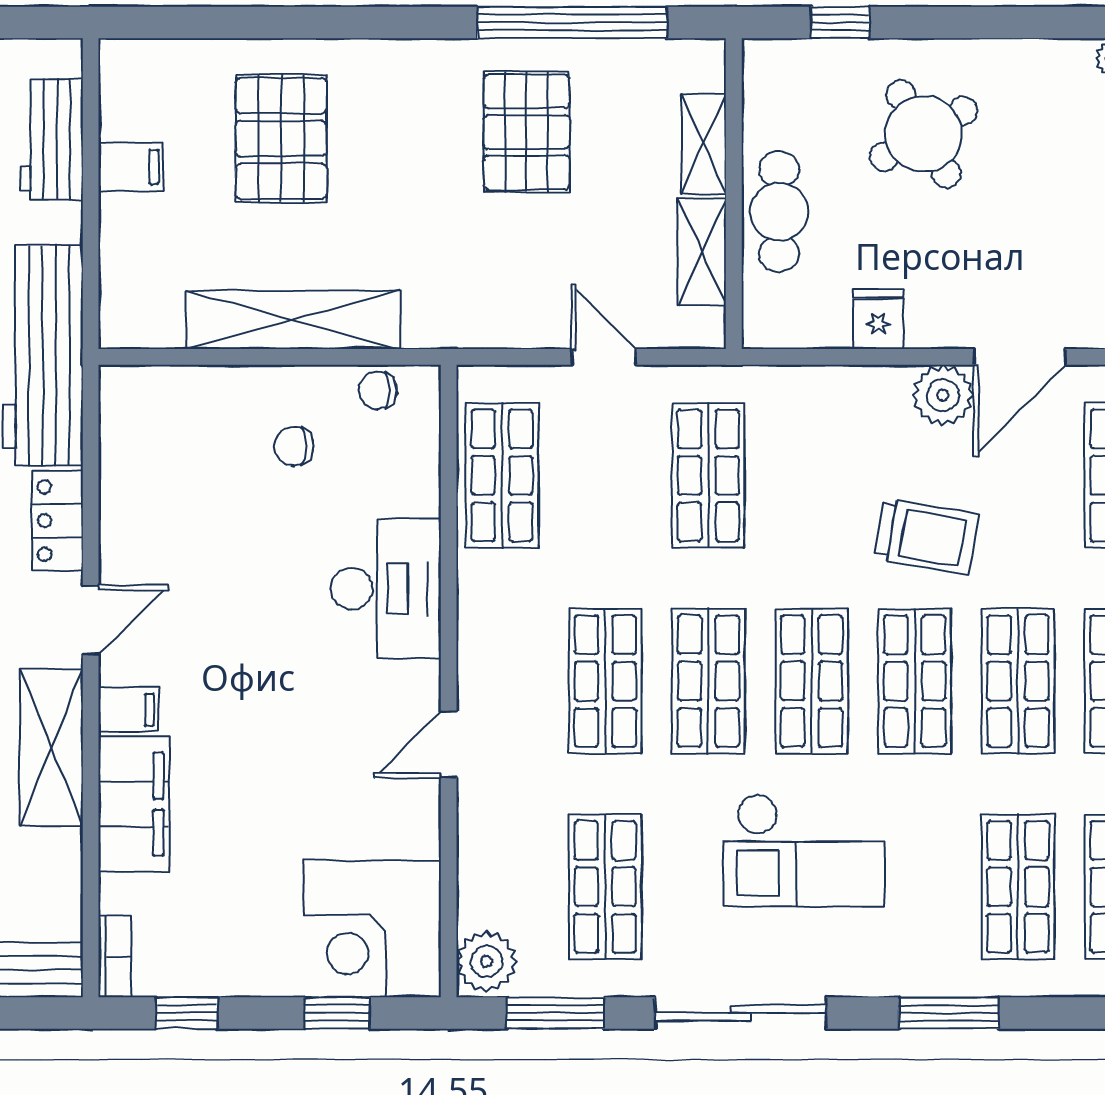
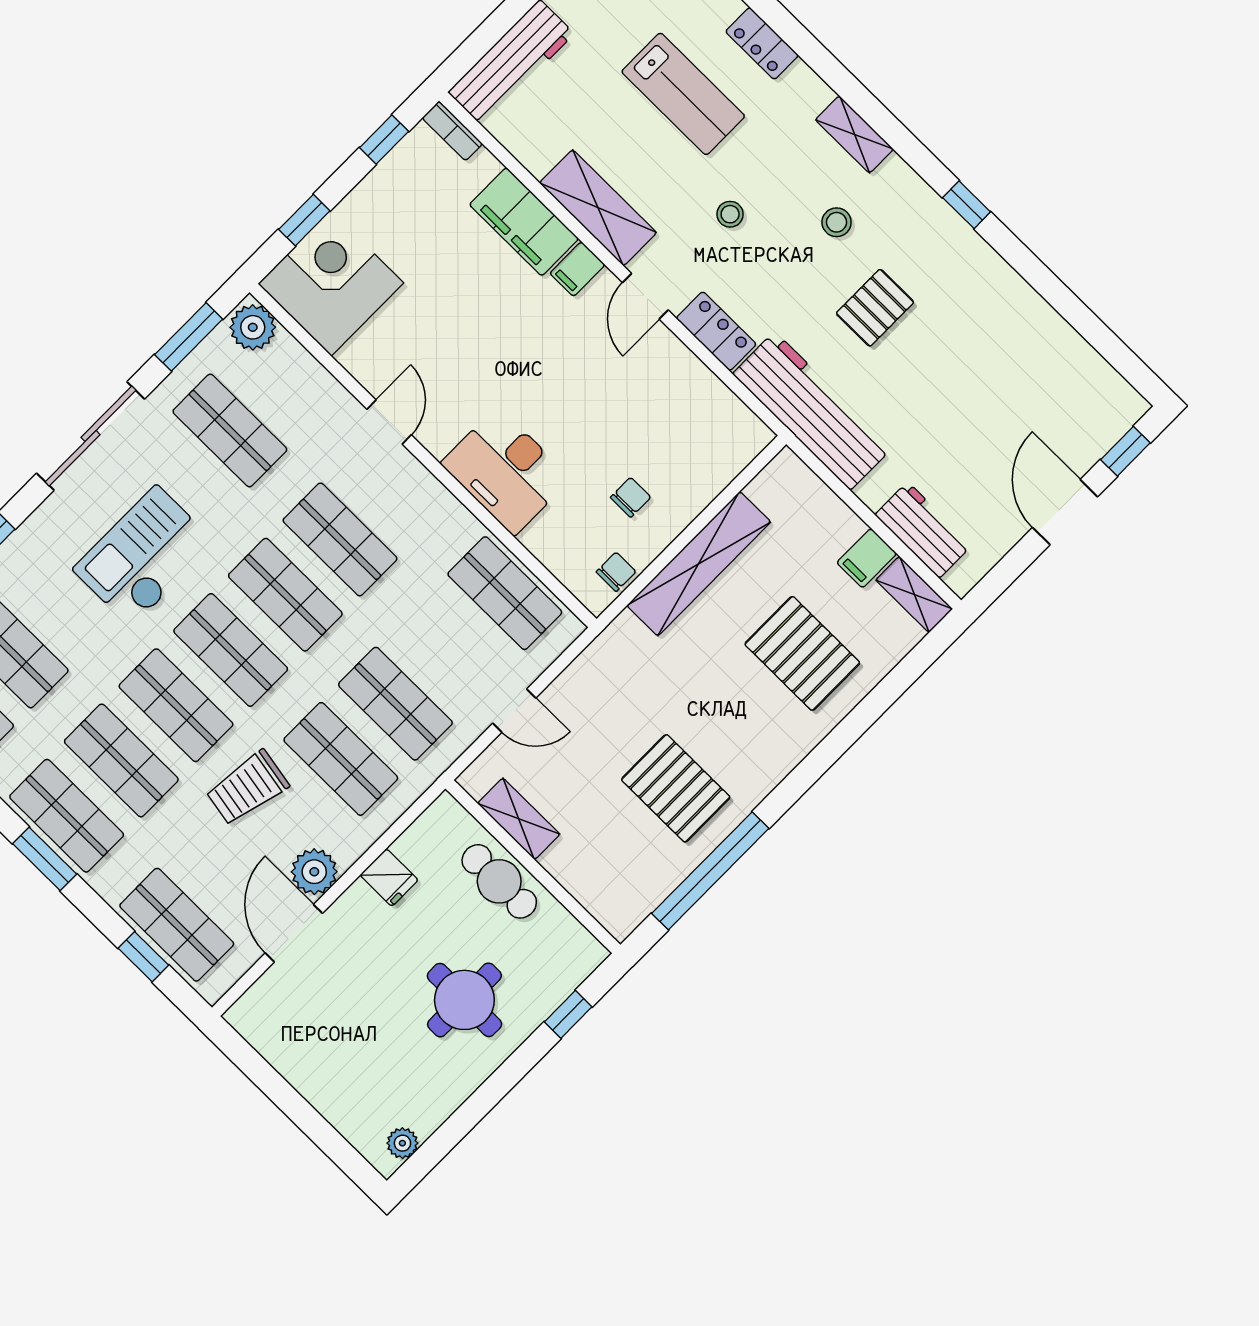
round table: (924, 134) -> (464, 1000), turned 30
shelving: (703, 144) -> (914, 594), moved
shop shelf: (812, 475) -> (341, 759), added

